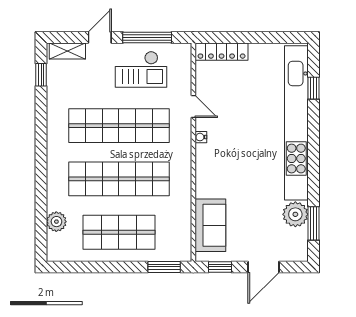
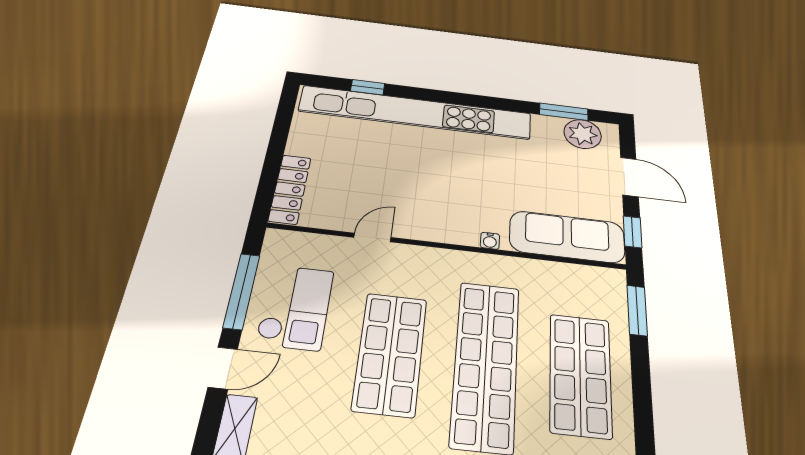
door: (100, 38) -> (223, 368), swing flipped
shop shelf: (119, 126) -> (390, 353), width x0.71
water cooler: (201, 137) -> (490, 241), moved
plant: (295, 214) -> (583, 134), moved
sofa: (210, 225) -> (567, 237), width x1.36

